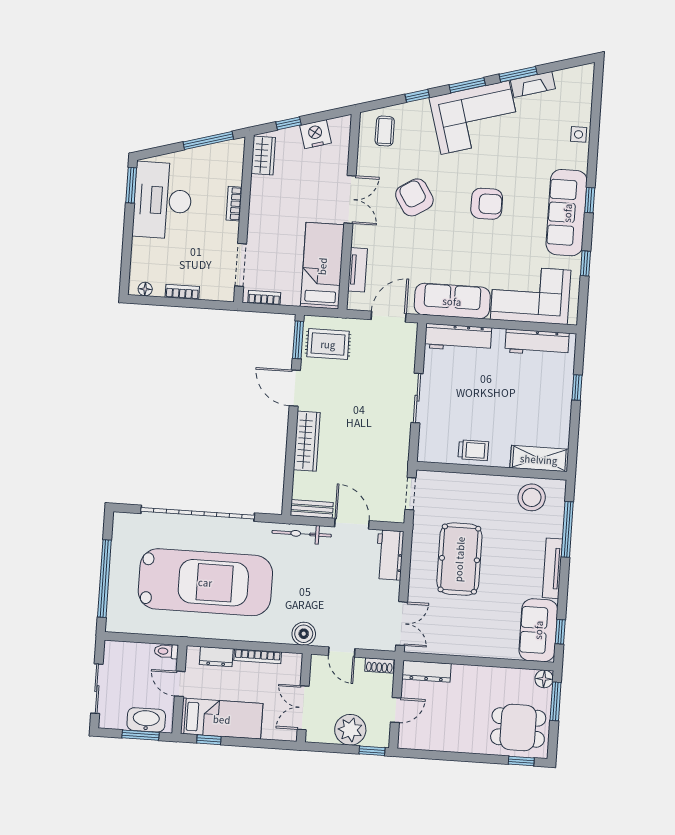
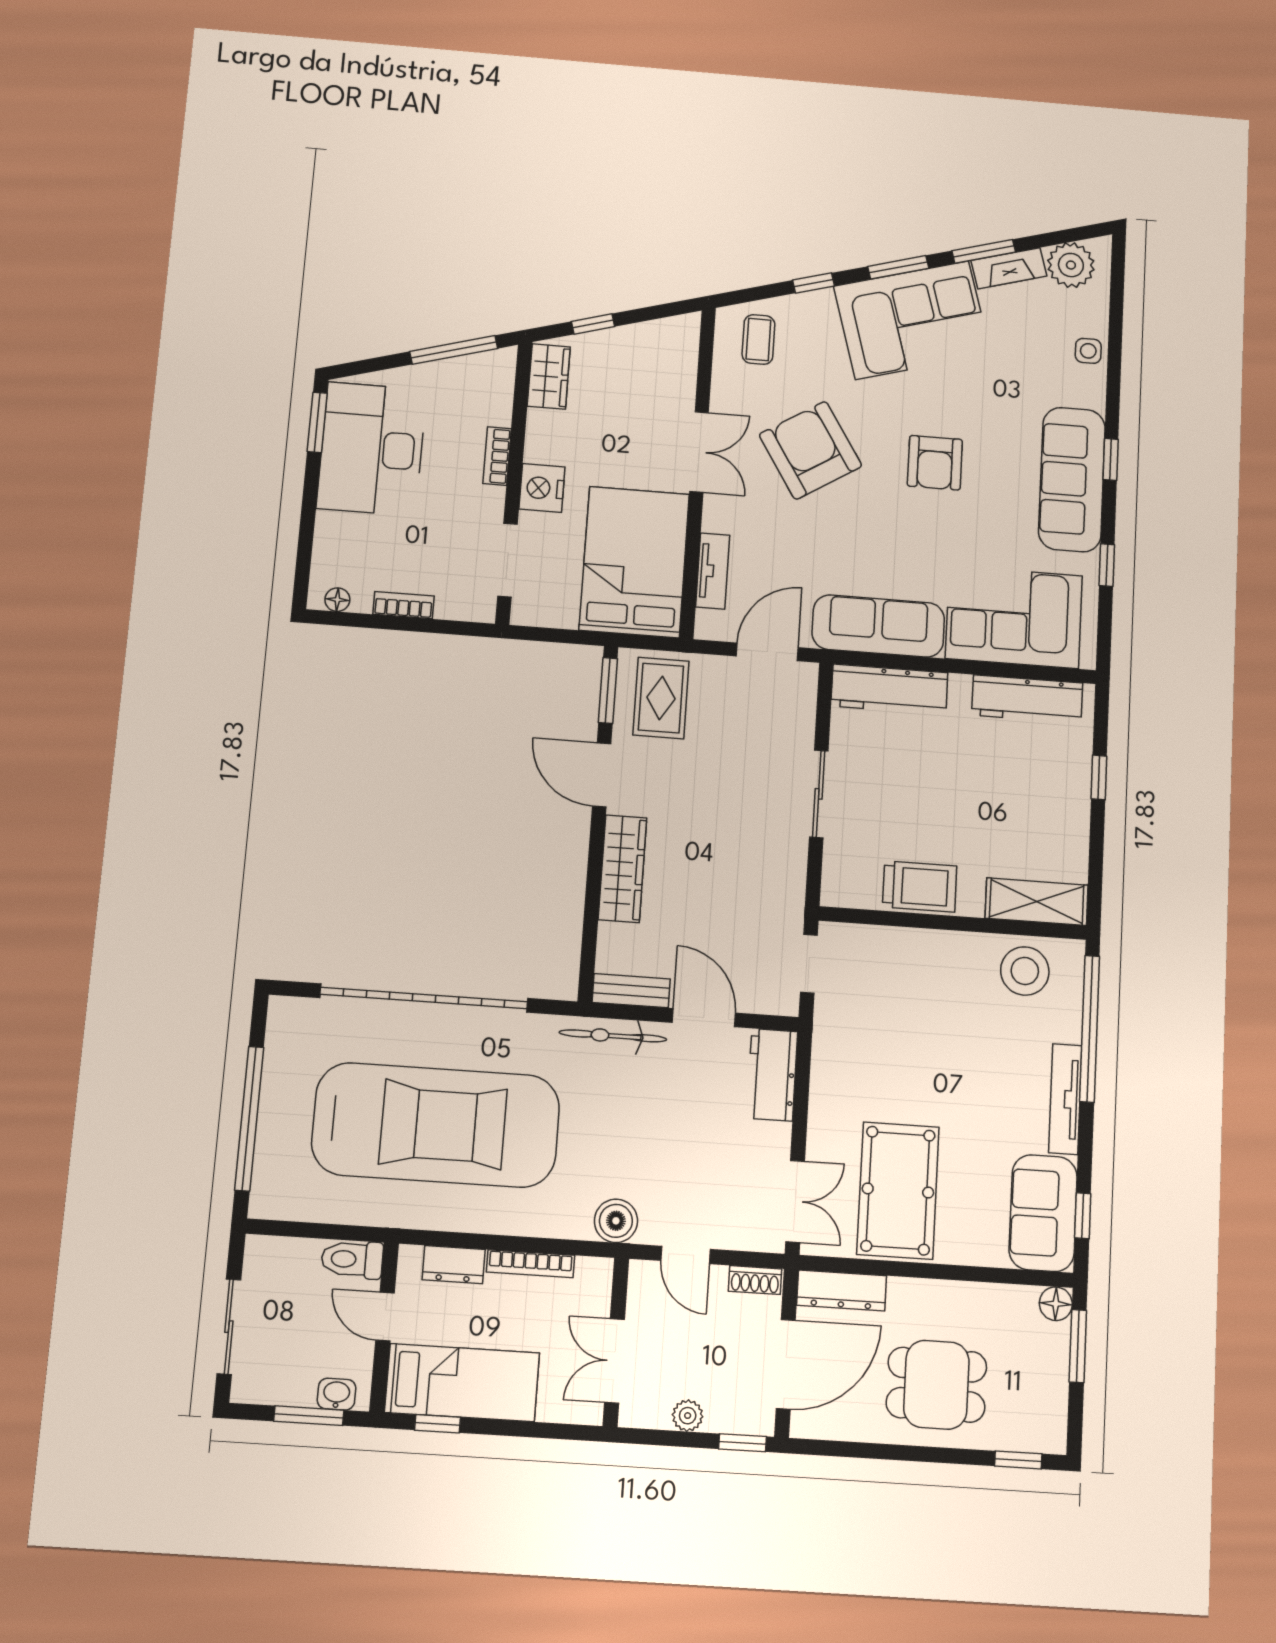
plant: (570, 82) -> (1071, 265), added
nightstand: (315, 134) -> (542, 488), moved, turned -74
armchair: (414, 197) -> (810, 450), width x1.36, depth x1.36
armchair: (487, 204) -> (935, 463), turned 90
bed: (322, 266) -> (634, 562), width x1.50
bookcase: (264, 298) -> (549, 617), removed
rug: (328, 344) -> (661, 698), turned 90
trolley: (473, 450) -> (920, 886), width x1.36, depth x1.39
window: (567, 529) -> (1090, 1029), width x1.46
pool table: (459, 559) -> (898, 1190), moved
toilet: (166, 651) -> (352, 1259), width x1.37, depth x1.39
door: (396, 710) -> (786, 1364), width x1.87
washbasin: (146, 720) -> (337, 1394), width x0.52, depth x0.69
dining table: (518, 727) -> (936, 1385), moved
plant: (350, 730) -> (688, 1416), width x0.53, depth x0.53

